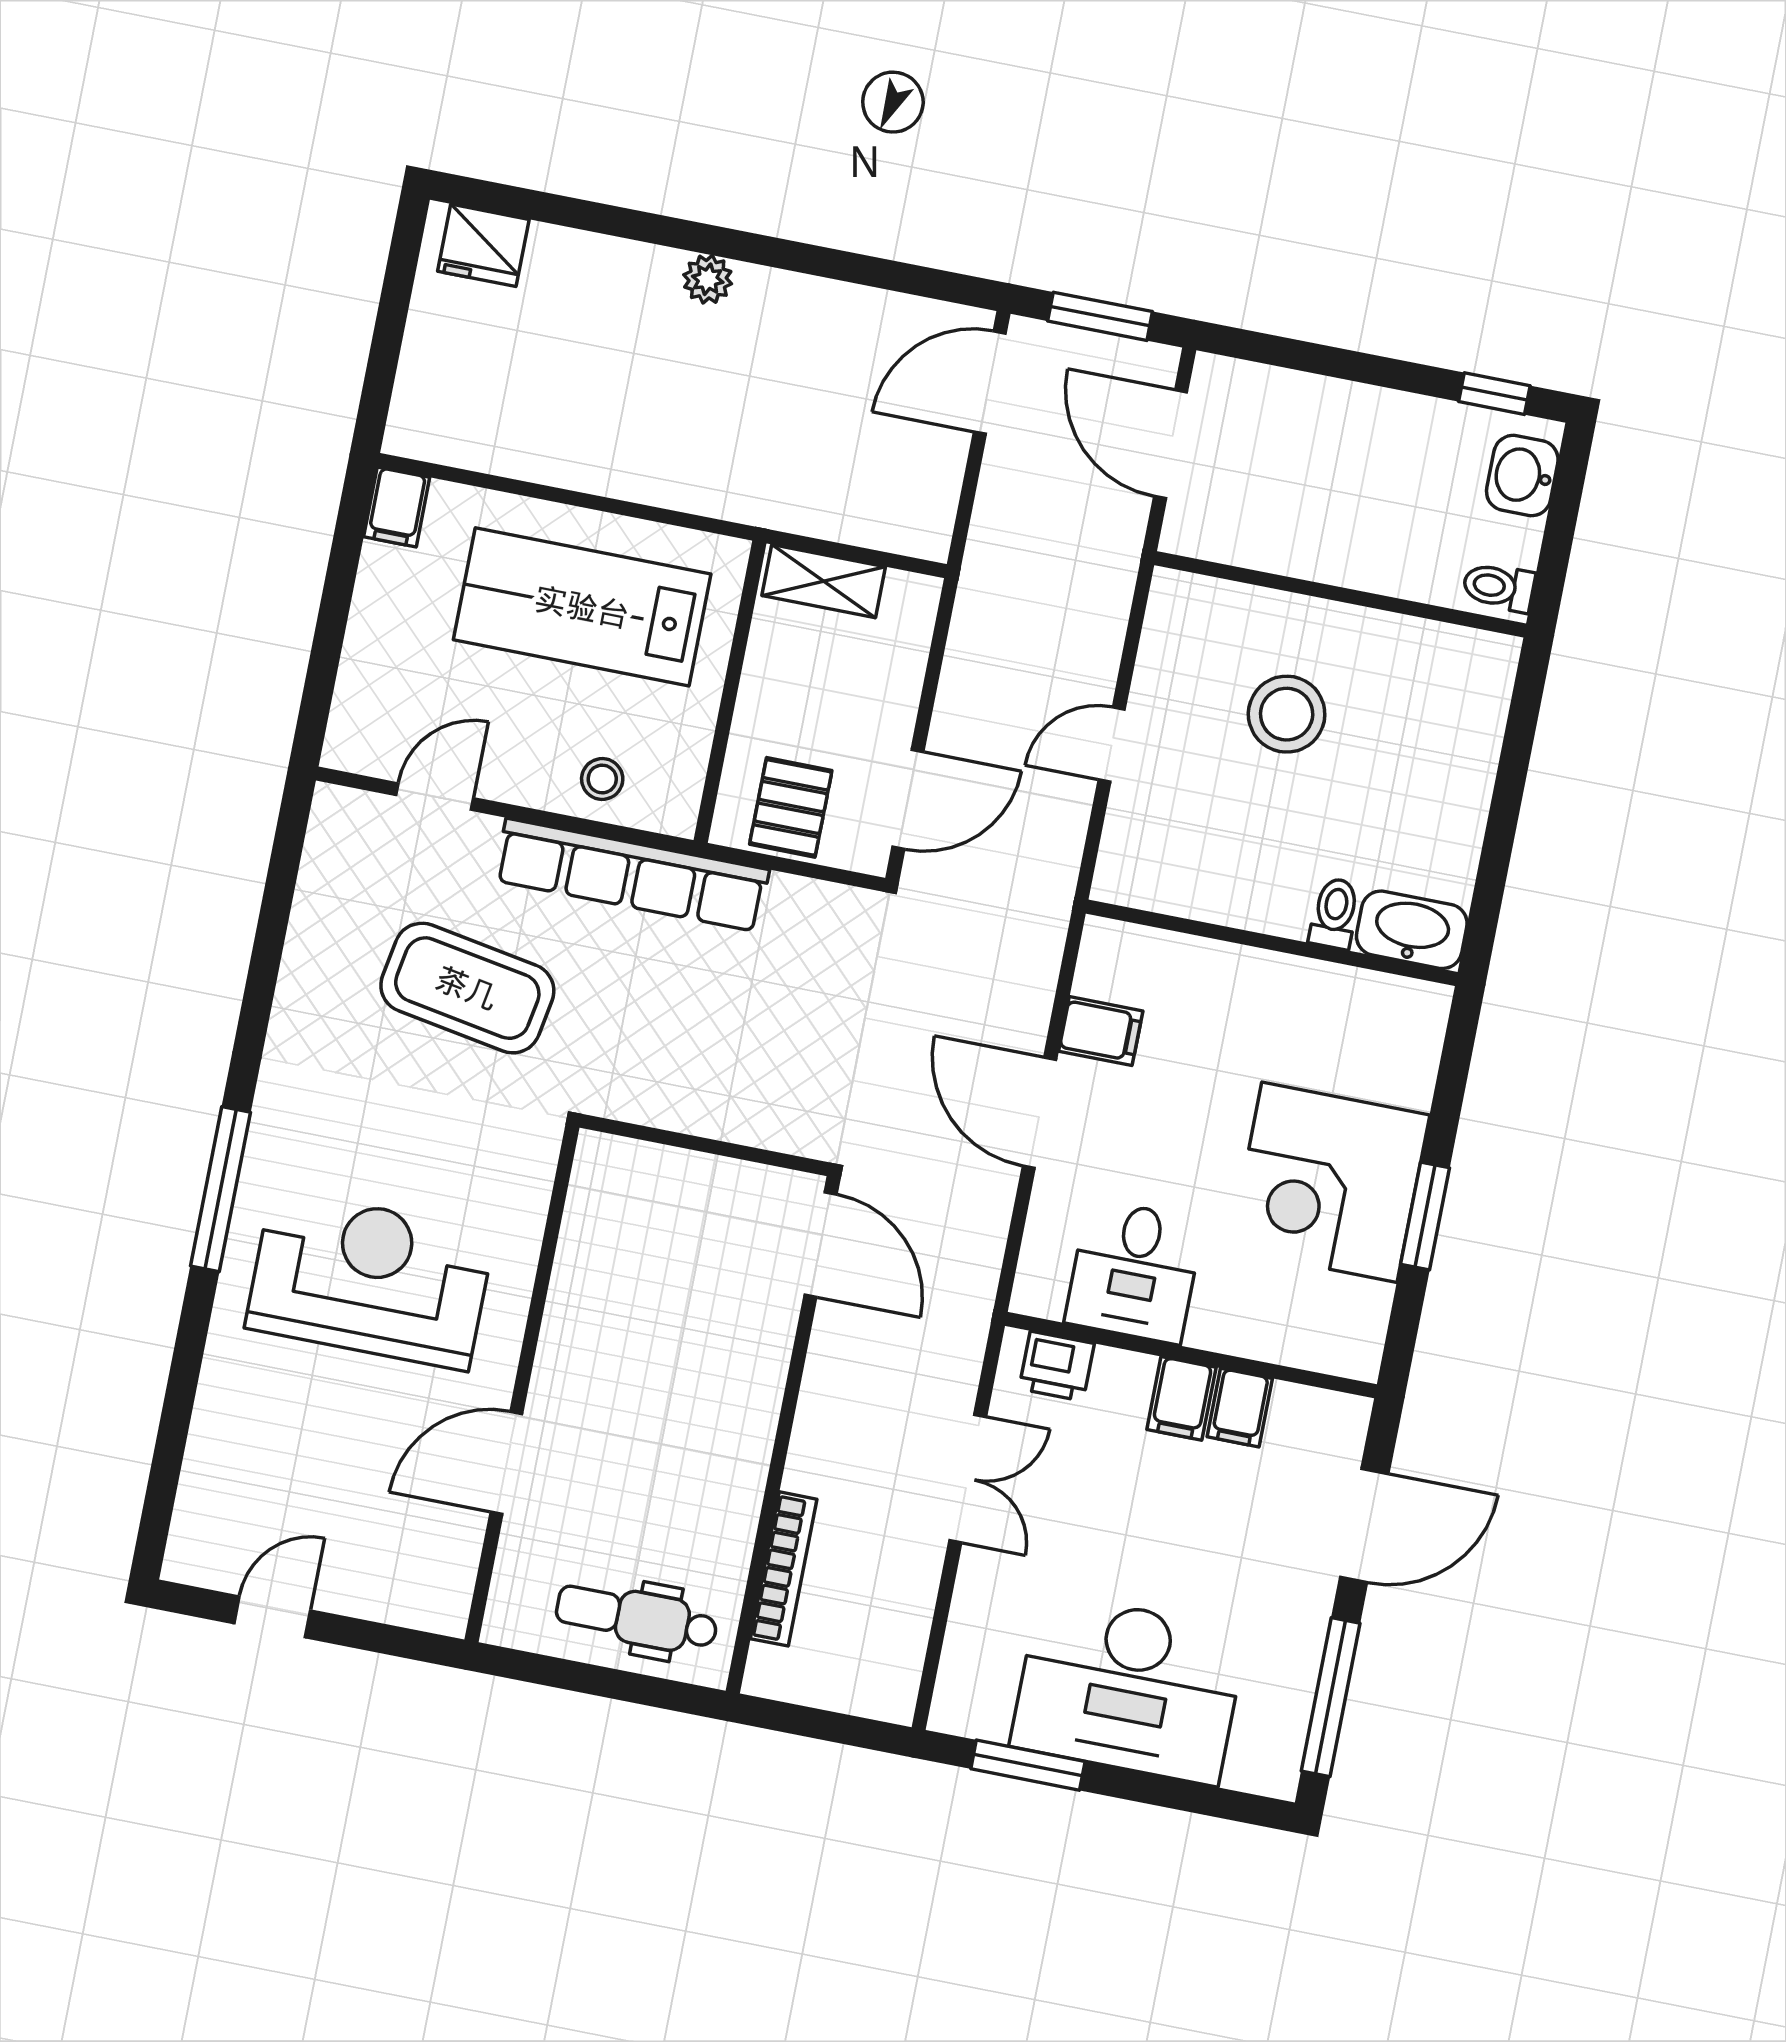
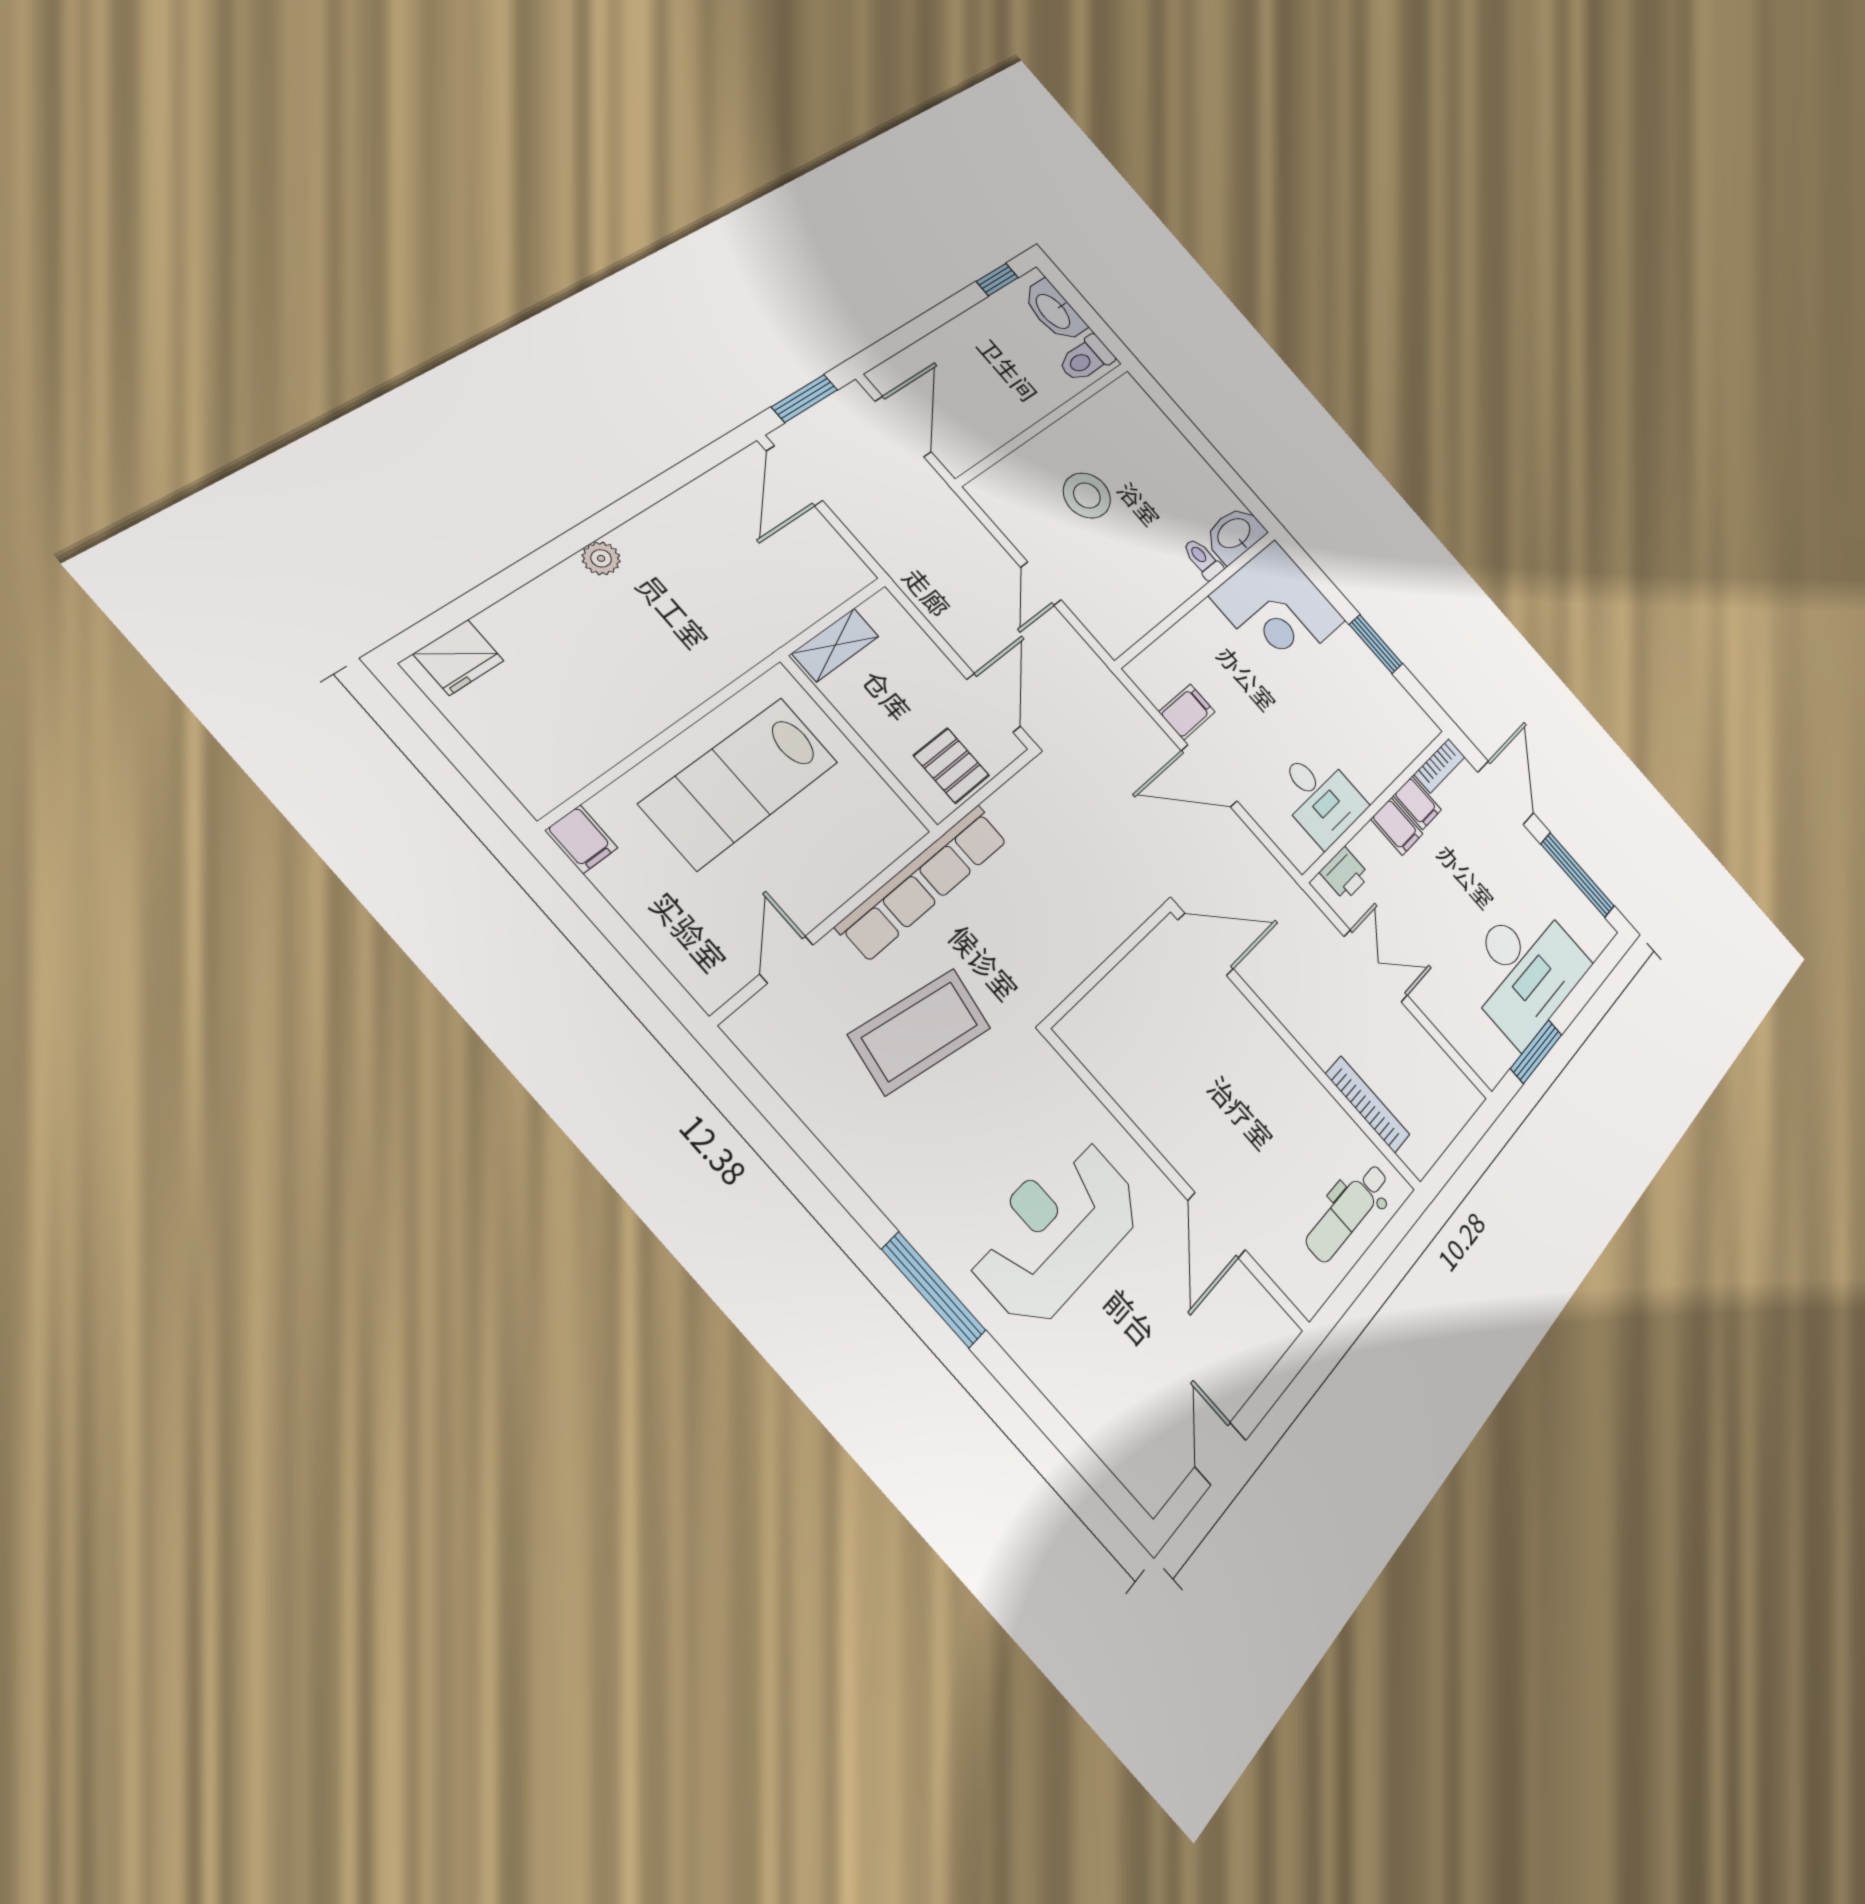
door: (1171, 444) -> (903, 426), swing flipped
washbasin: (1522, 476) -> (1054, 311), width x1.38
toilet: (1499, 587) -> (1086, 359), width x1.37, depth x1.39
stool: (602, 779) -> (854, 854), removed
corner desk: (1329, 1182) -> (1278, 608), moved
bookcase: (1322, 1408) -> (1439, 766), added

